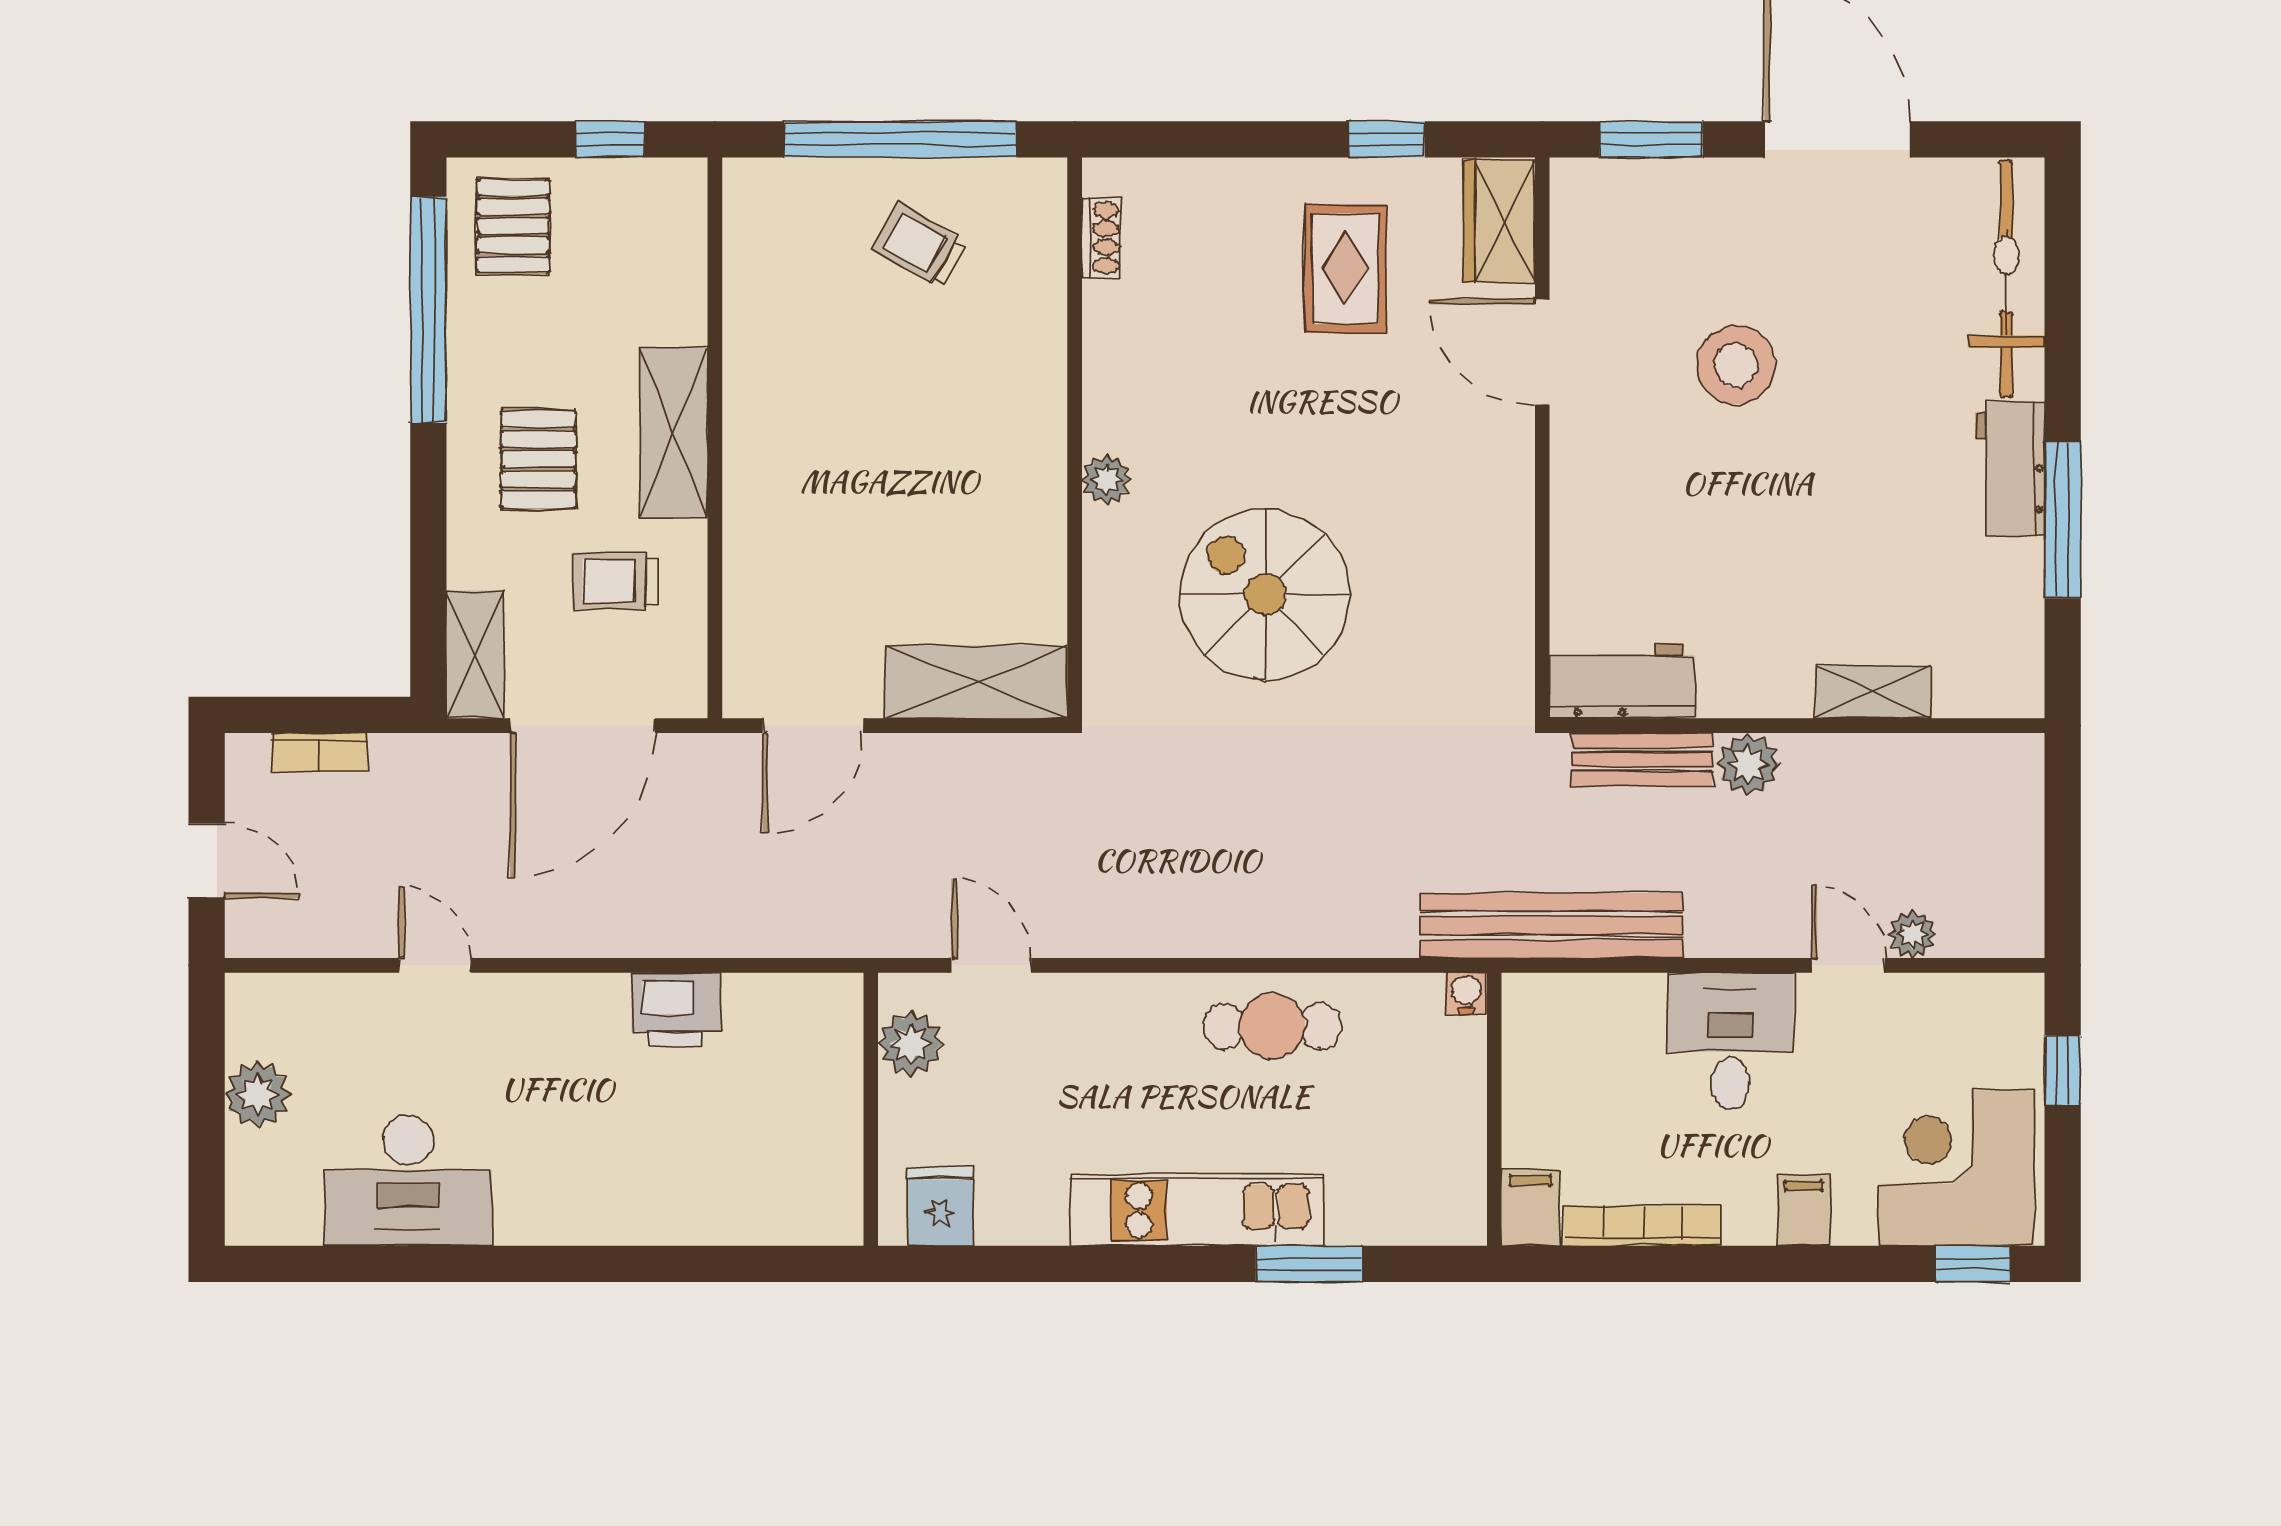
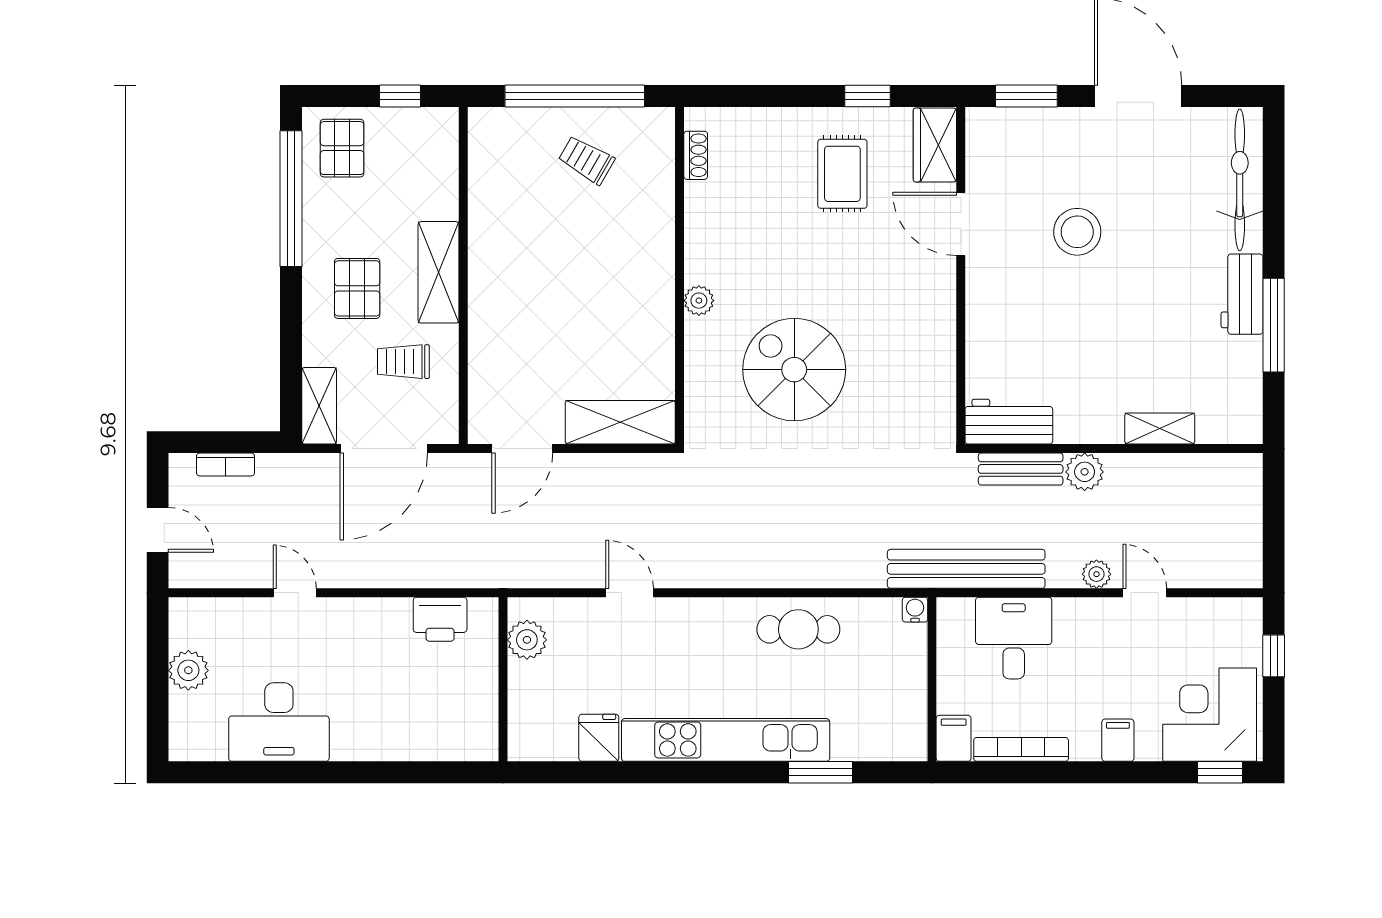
plant: (1912, 934) -> (1096, 574), moved
desk: (1730, 1041) -> (1014, 638), moved
plant: (911, 1044) -> (527, 640), moved
wall: (871, 1109) -> (503, 679), moved
kitchen unit: (1197, 1210) -> (726, 740), width x1.36

